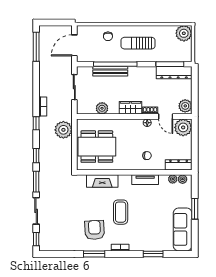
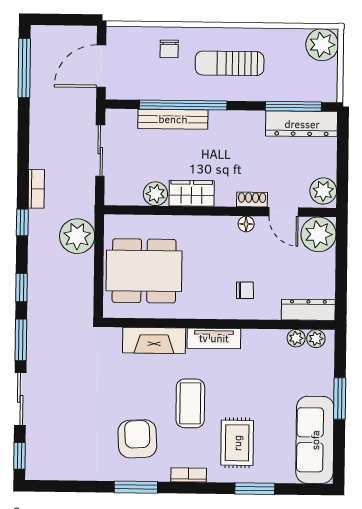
wardrobe: (130, 108) -> (192, 193), moved
tv unit: (145, 180) -> (214, 338), moved
rug: (144, 231) -> (237, 443), added

